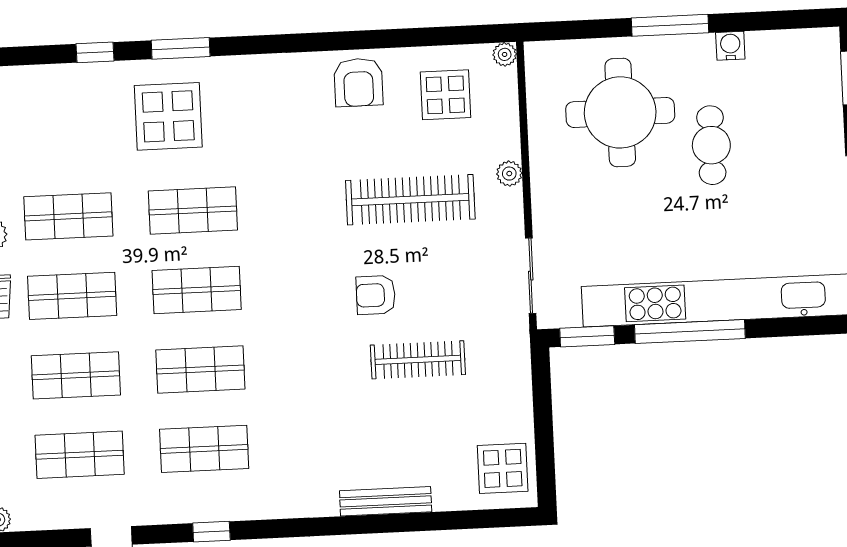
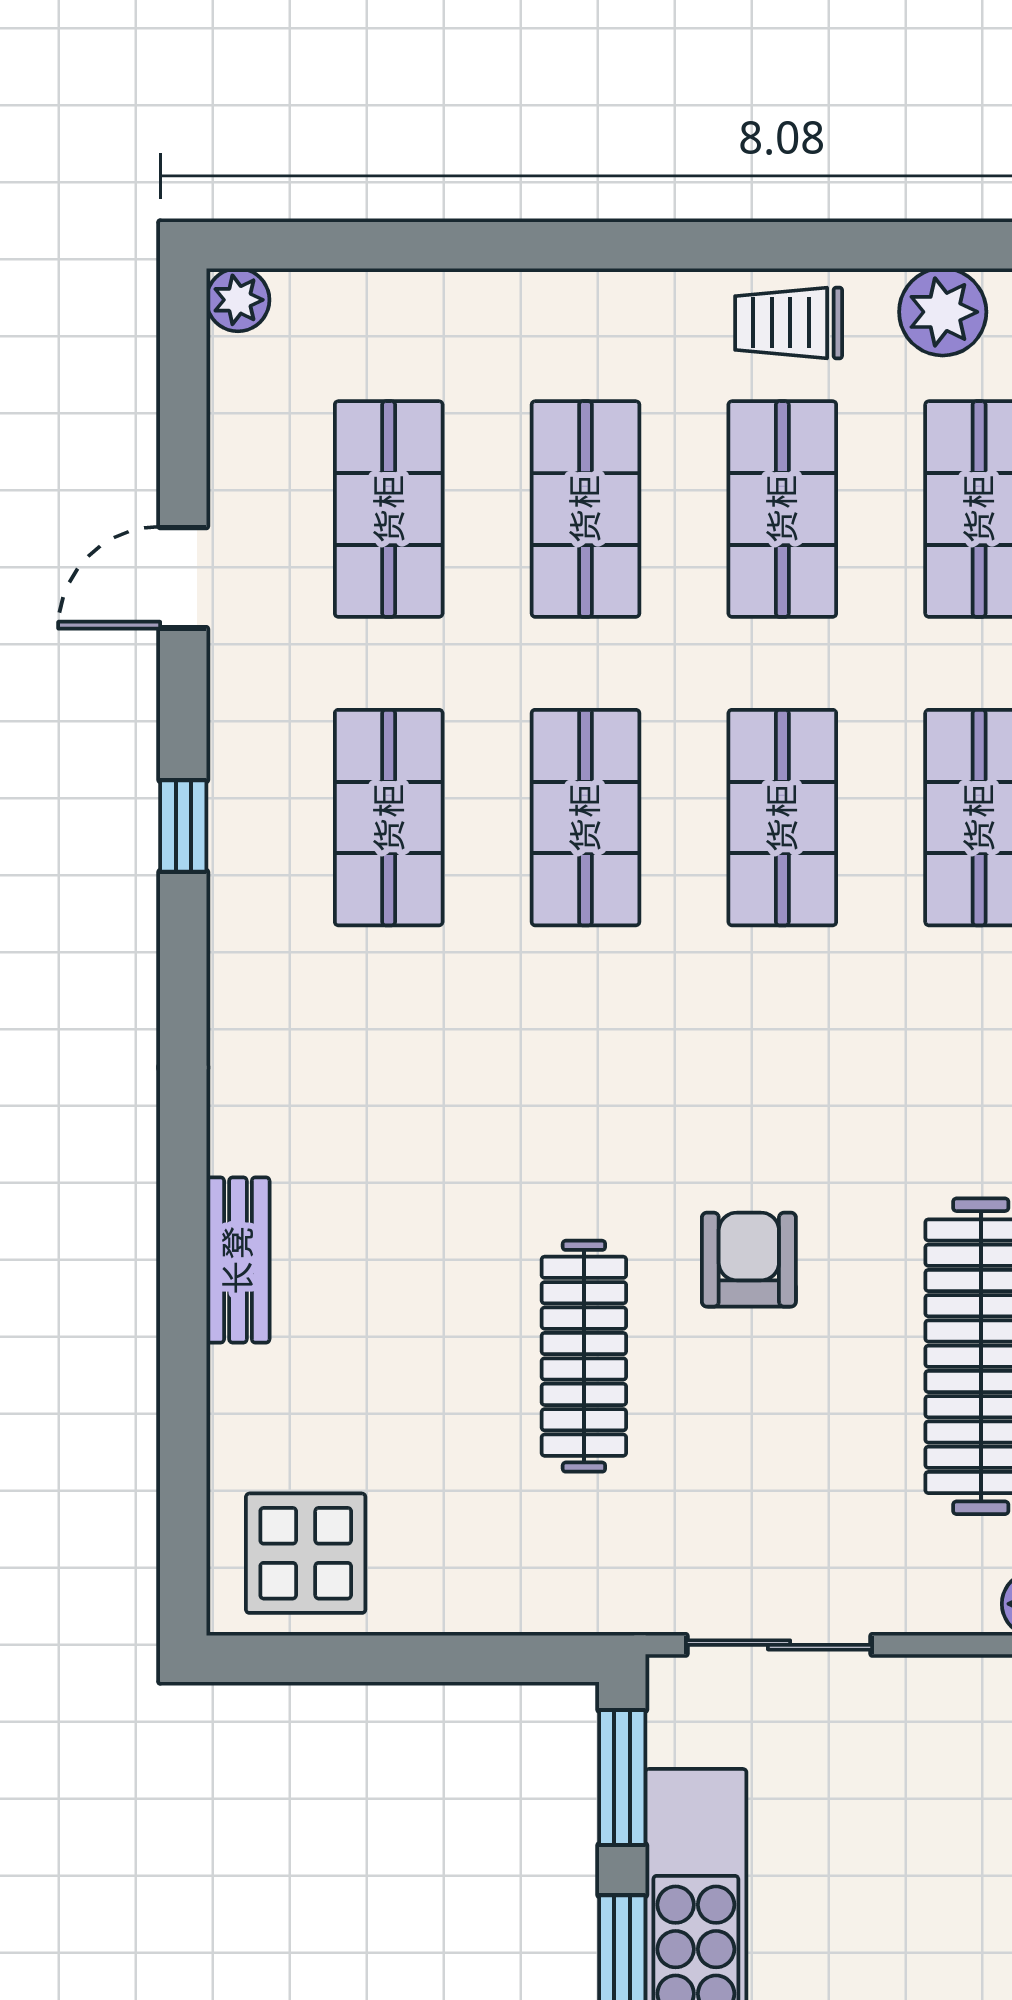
bench: (386, 501) -> (238, 1260), width x0.73

